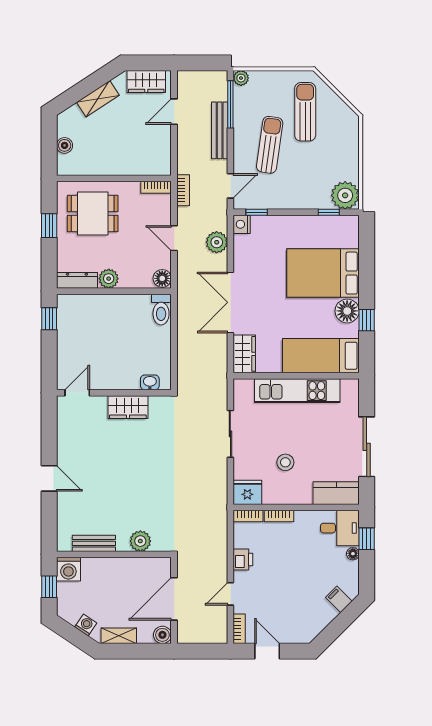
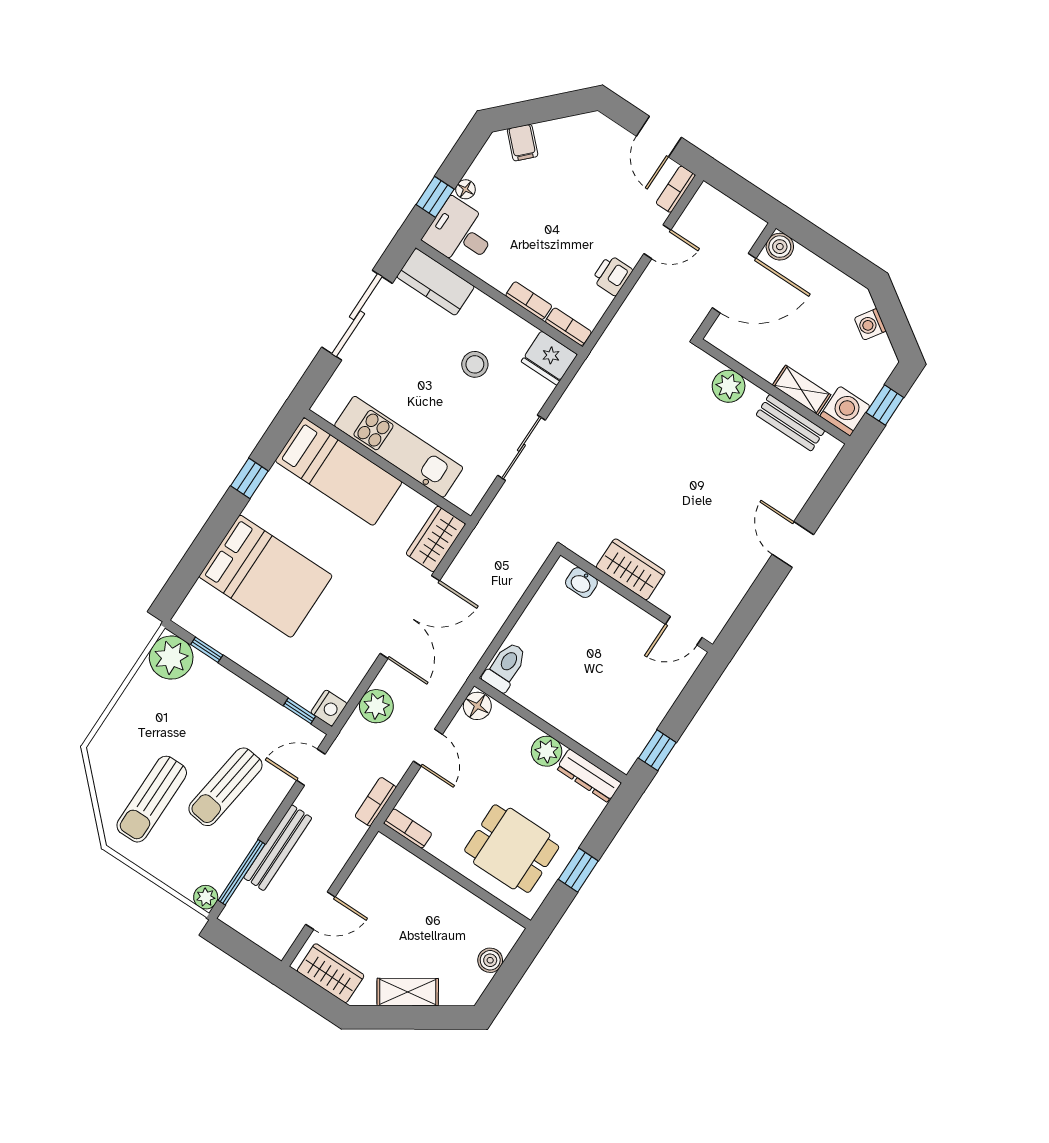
floor lamp: (347, 311) -> (267, 507), removed
shelving: (119, 636) -> (802, 390), moved

